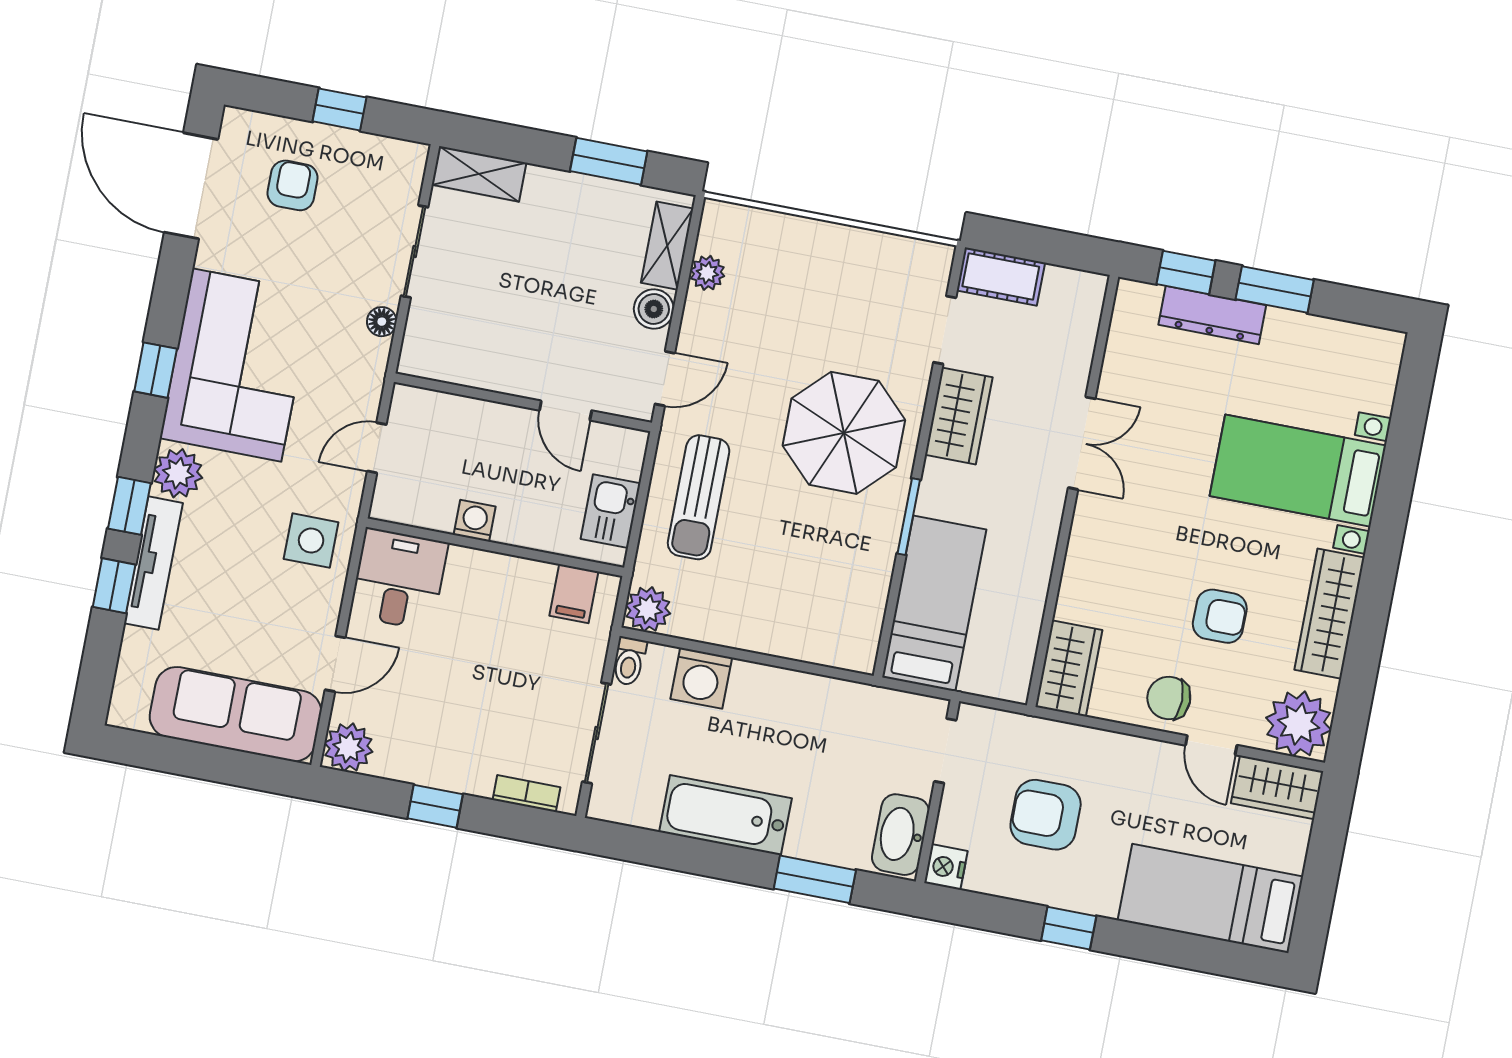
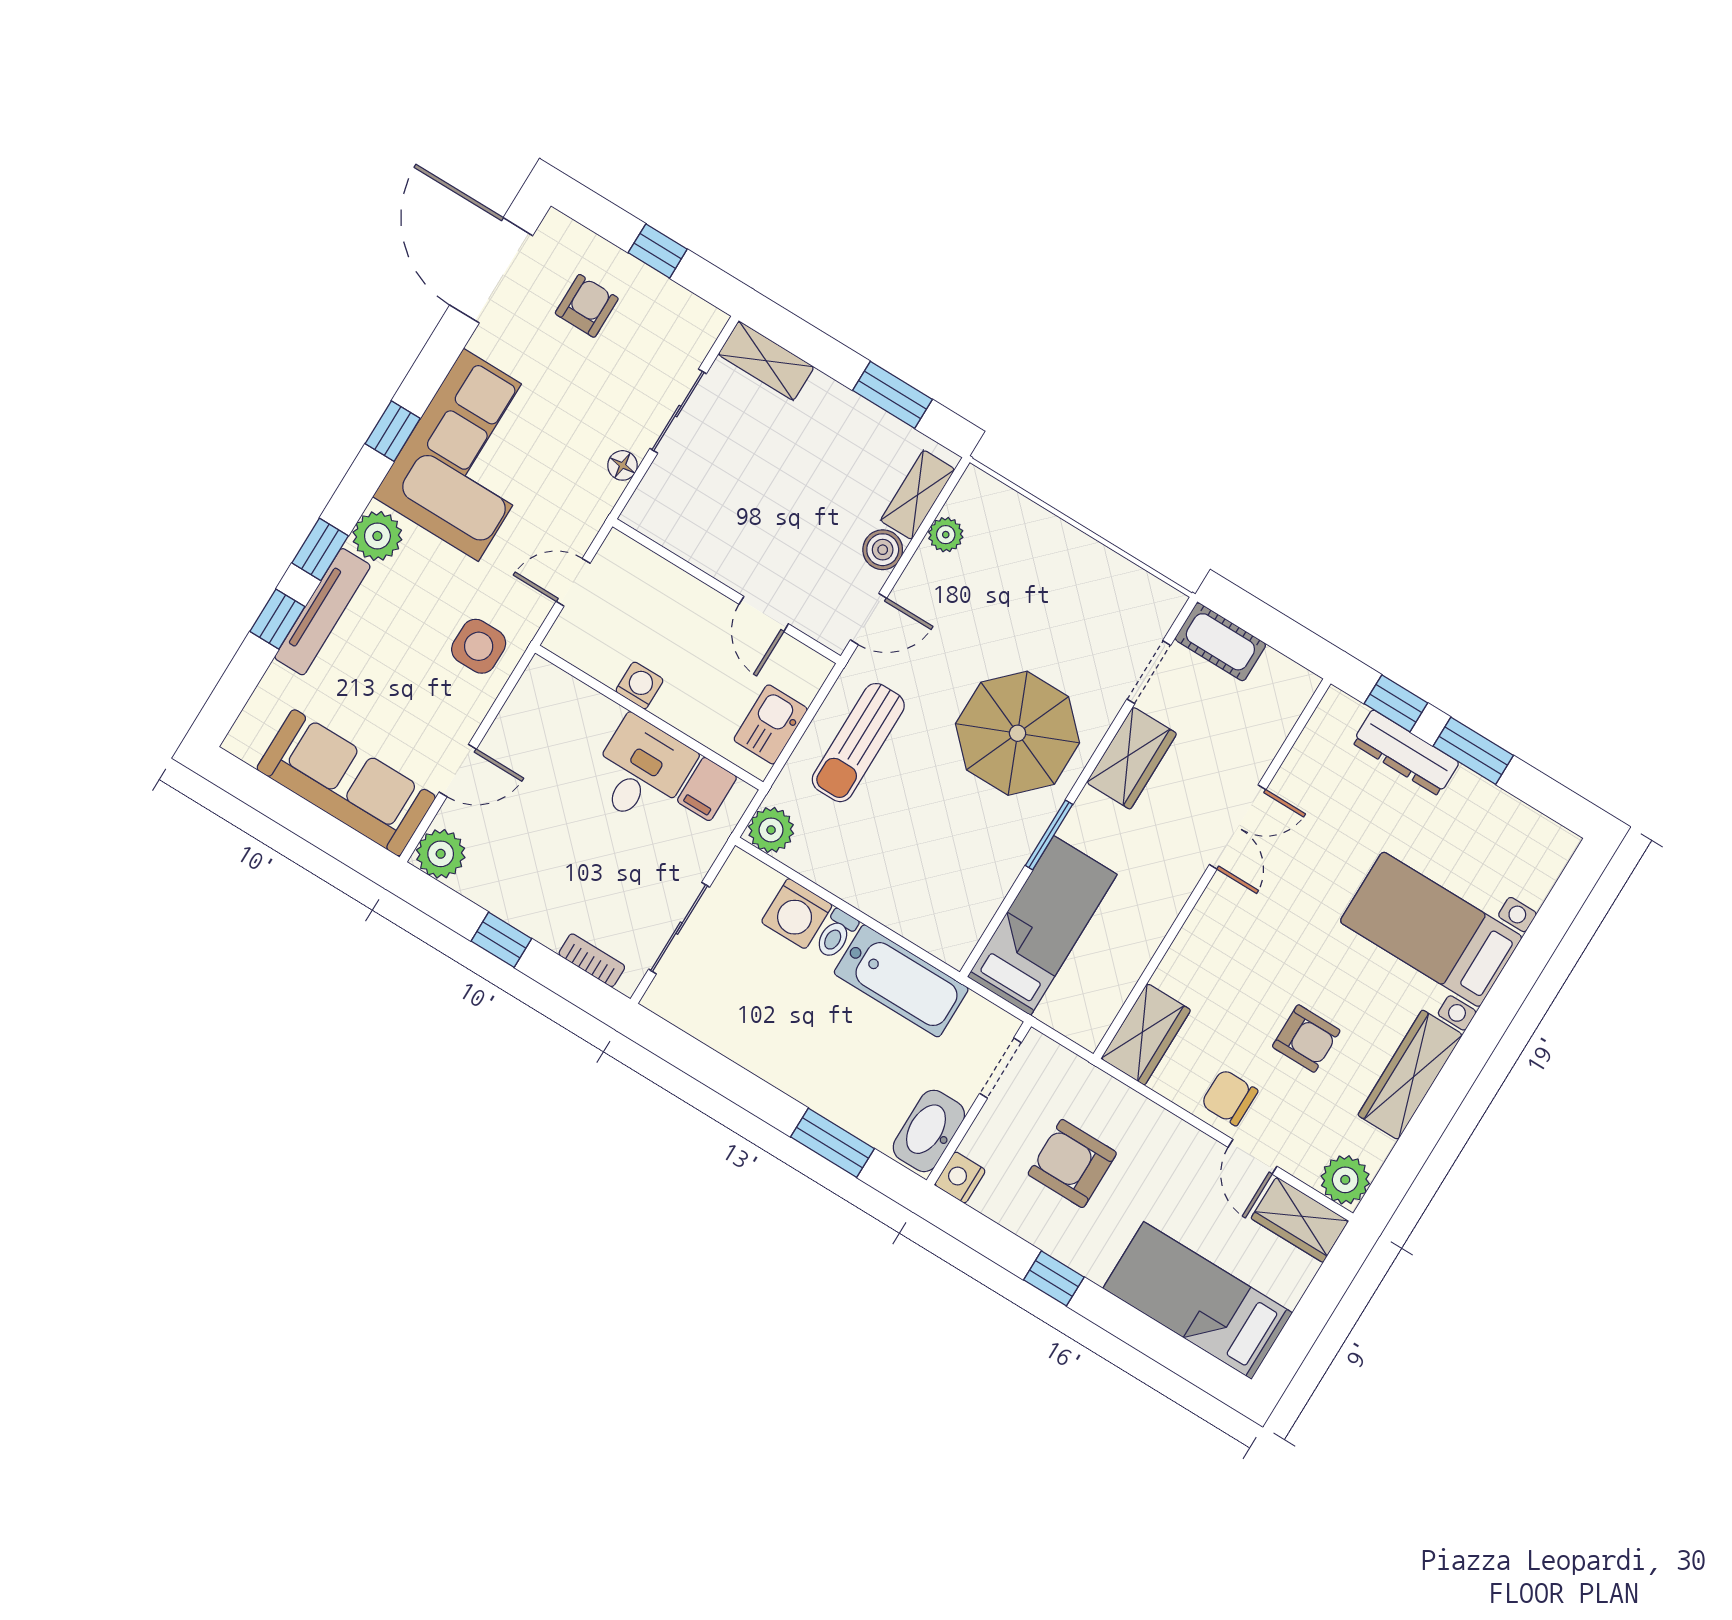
desk: (399, 579) -> (641, 771), moved
toilet: (629, 661) -> (836, 934), moved
plant: (1299, 724) -> (1345, 1180), width x0.73, depth x0.73
bathtub: (725, 815) -> (901, 981), moved, turned 180

